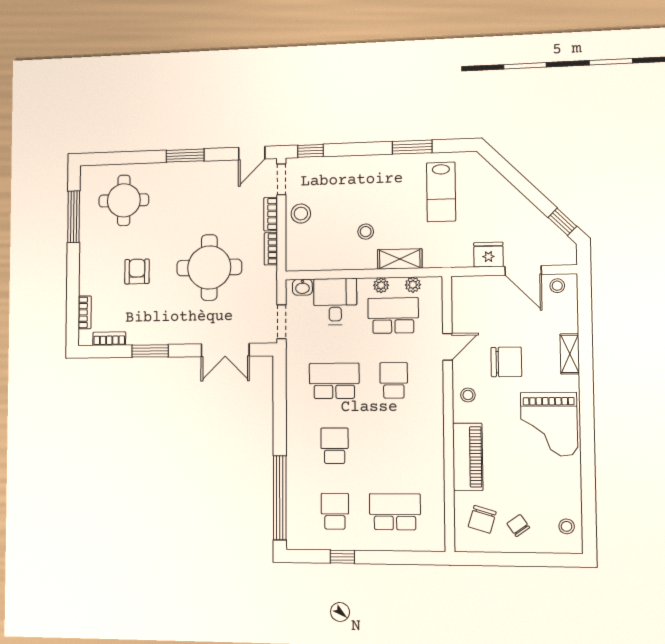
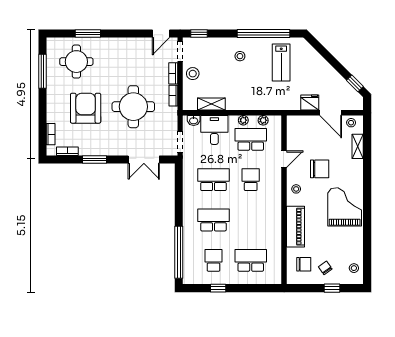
window: (412, 147) -> (264, 34), width x2.11
window: (185, 156) -> (88, 34), moved
stool: (366, 232) -> (240, 56), moved
shelving: (400, 259) -> (211, 104), moved
armchair: (137, 272) -> (86, 108), width x1.88, depth x1.88
shelving: (570, 354) -> (358, 146), moved
grand piano: (549, 424) -> (345, 207), turned 180
school desk: (335, 446) -> (213, 220), width x1.85
chair: (482, 519) -> (304, 264), turned -107
window: (530, 560) -> (332, 288), added

